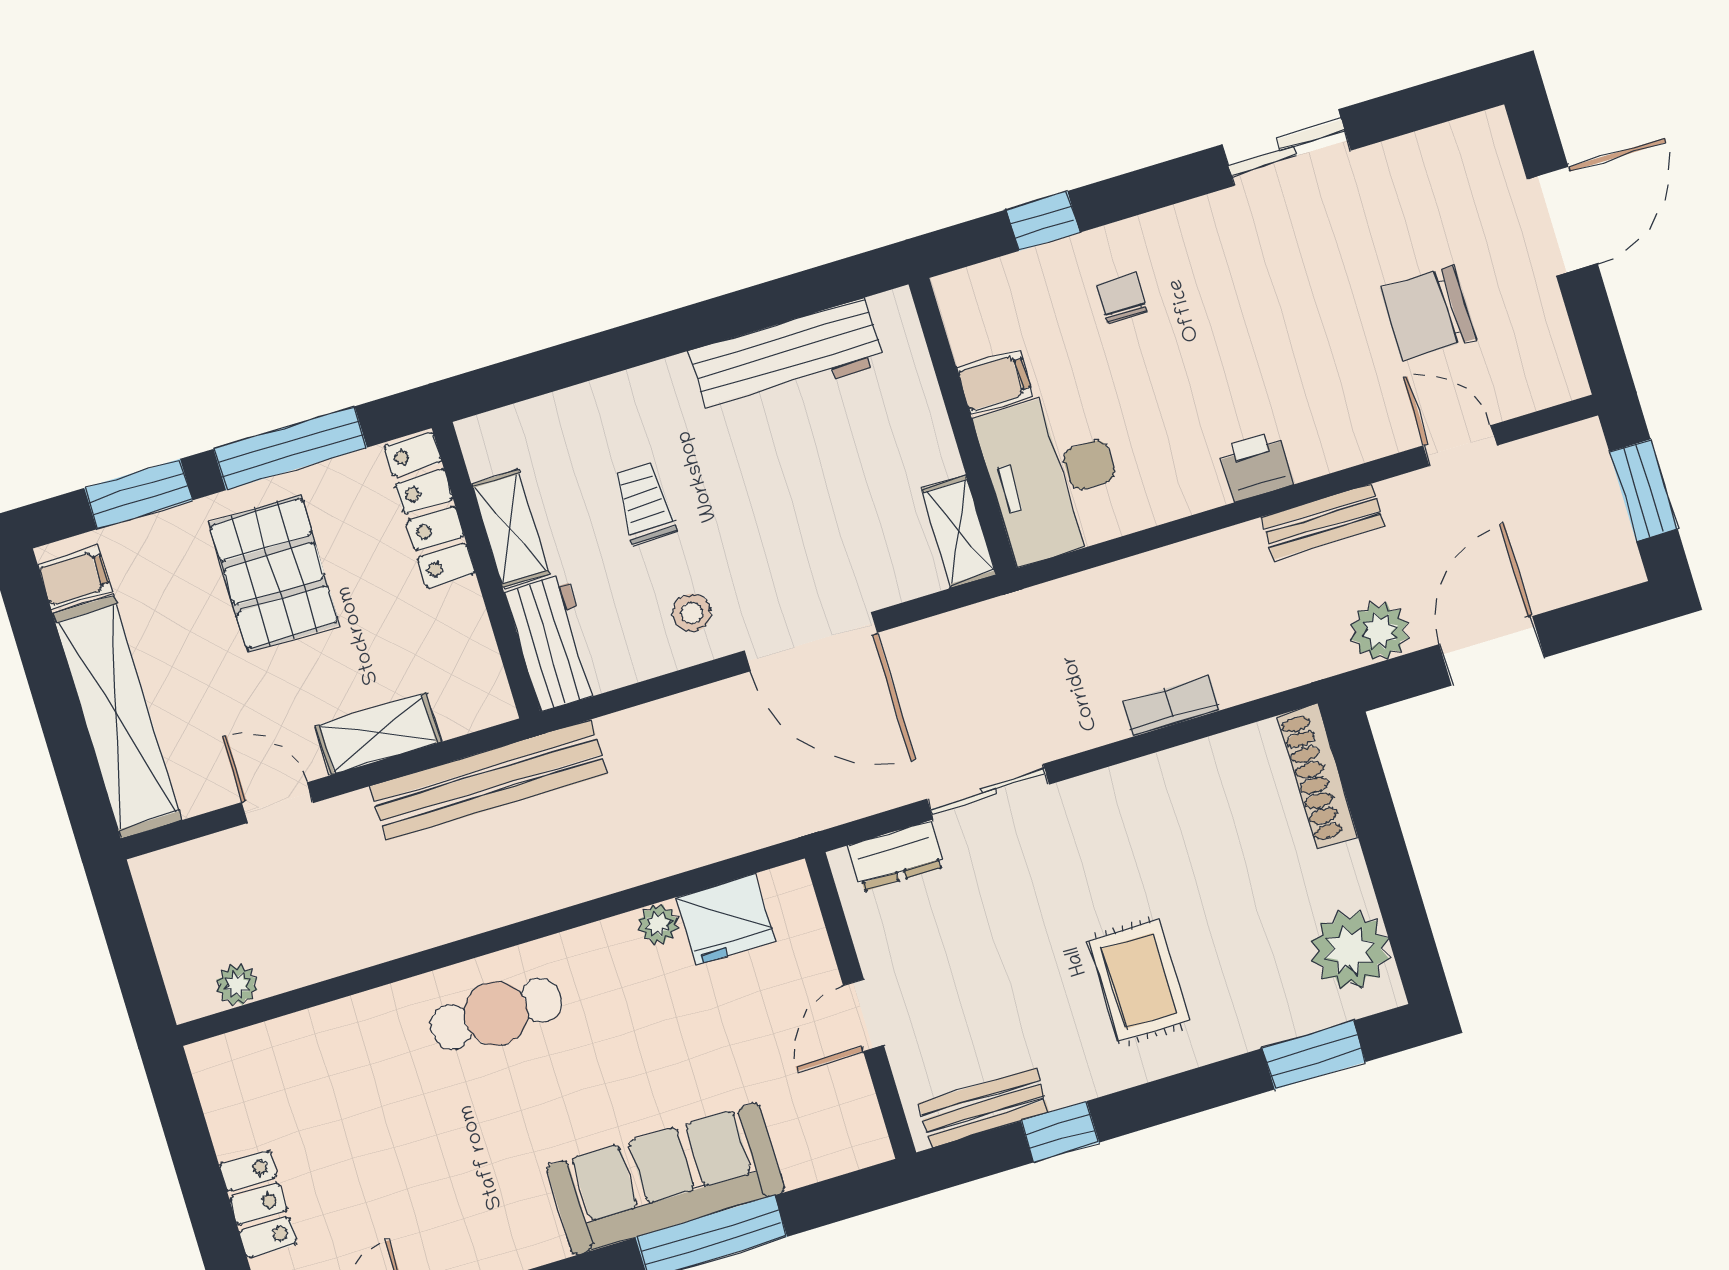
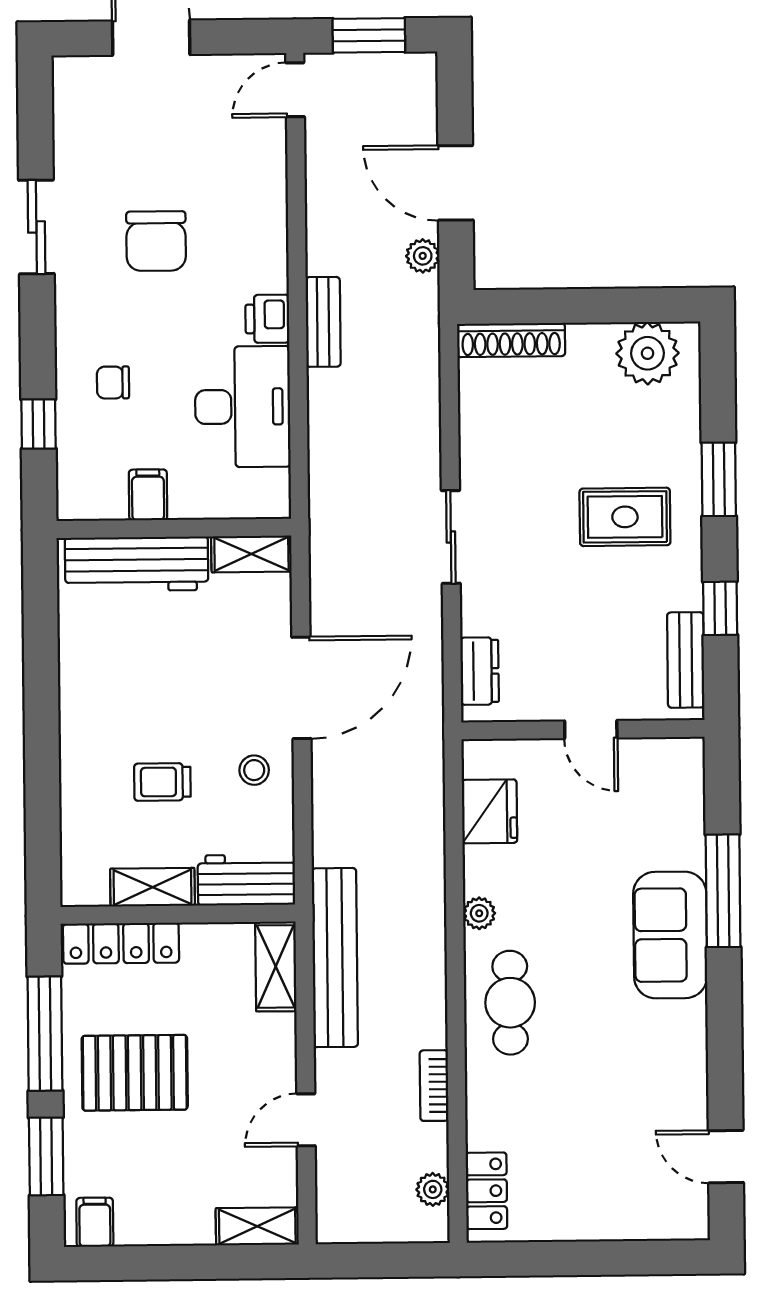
chair: (1427, 313) -> (156, 241), moved
workbench: (787, 357) -> (137, 564), moved, turned 90
door: (1460, 446) -> (295, 90), moved
desk: (1053, 476) -> (243, 407), moved, turned -90
bench: (1323, 522) -> (323, 322), moved
plant: (1380, 631) -> (423, 256), width x0.73, depth x0.73
bookcase: (1171, 706) -> (434, 1086), moved
shelving: (117, 717) -> (257, 1226), width x0.45, depth x0.75
shelving: (378, 734) -> (276, 966), moved
sliding door: (988, 792) -> (451, 537), moved
plant: (658, 924) -> (479, 913), moved
window: (1314, 1055) -> (719, 479), moved
sofa: (666, 1179) -> (670, 935), width x0.73
locker: (258, 1204) -> (486, 1191), moved, turned 90

